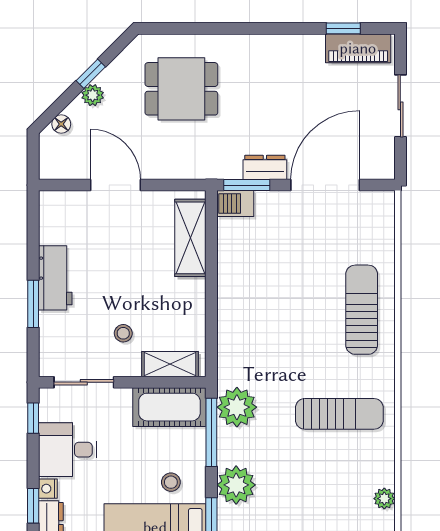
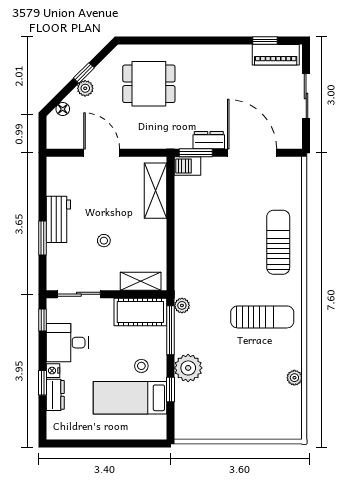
door: (325, 185) -> (252, 153), hinge flipped
stool: (123, 333) -> (104, 241), moved
plant: (237, 407) -> (182, 305), width x0.53, depth x0.53

